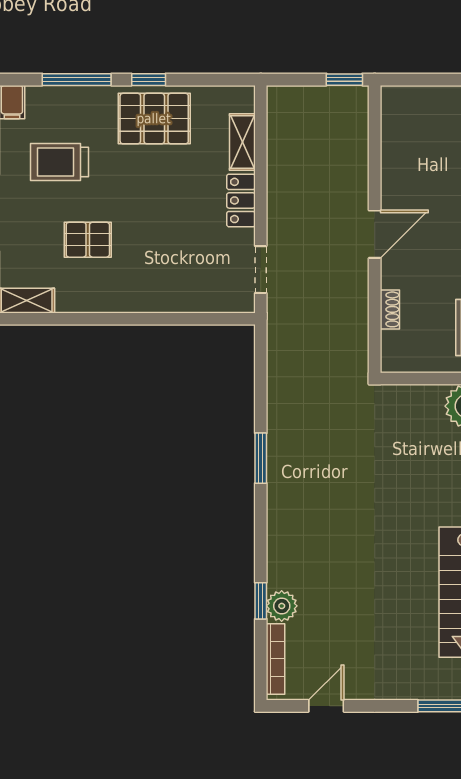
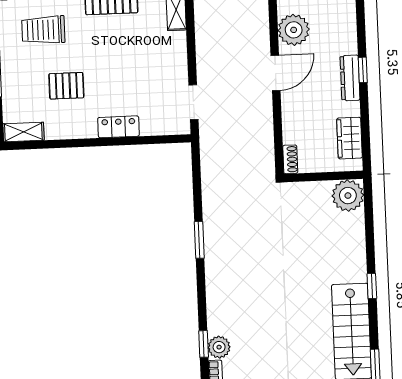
plant: (402, 176) -> (294, 30), added
locker: (241, 200) -> (119, 127), moved, turned 90
shoe rack: (390, 309) -> (290, 159), moved

